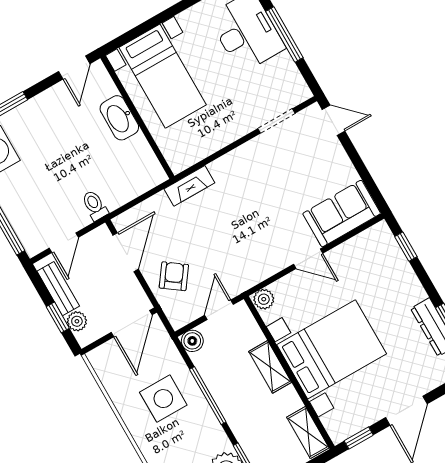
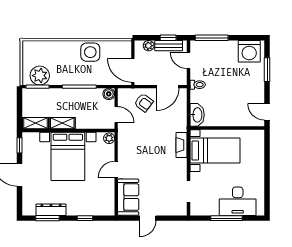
bed with nightstands: (163, 76) -> (215, 151), moved, turned 180
washbasin: (119, 118) -> (197, 115), moved, turned 90
door: (334, 120) -> (148, 218), moved
fireplace: (189, 186) -> (182, 145), moved
window: (406, 247) -> (85, 218), moved
door: (126, 252) -> (168, 87), hinge flipped
window: (58, 317) -> (168, 38), moved
shelving: (270, 367) -> (62, 123), moved
side table: (163, 399) -> (90, 52), moved

